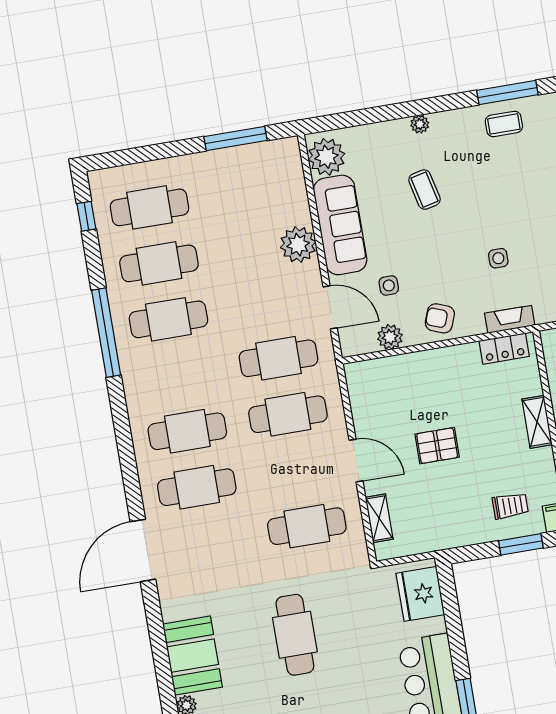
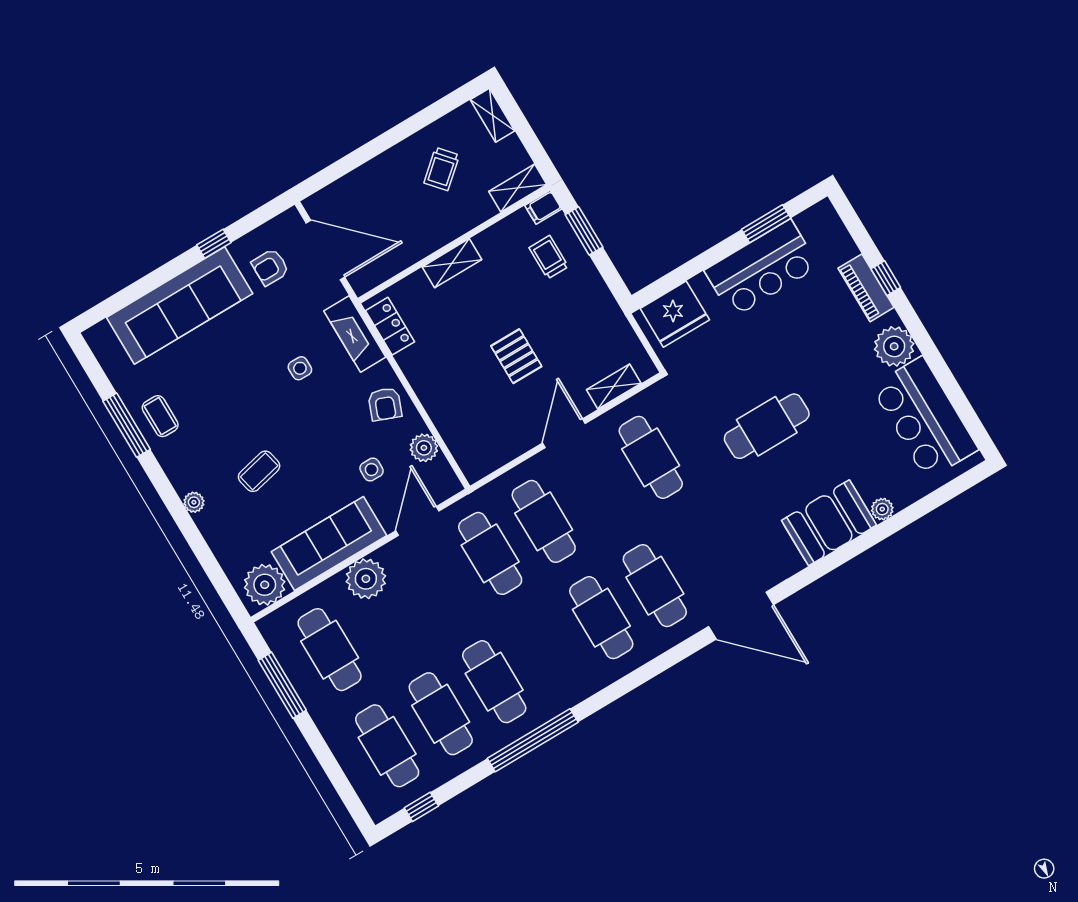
cafe table: (250, 190) -> (330, 650), added
fireplace: (510, 319) -> (355, 334), width x1.37, depth x1.32

